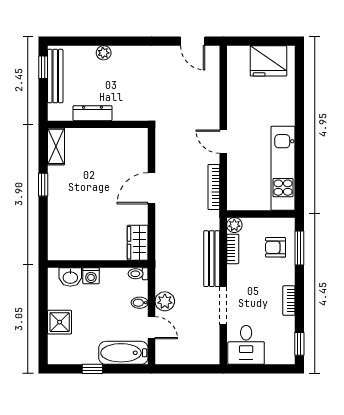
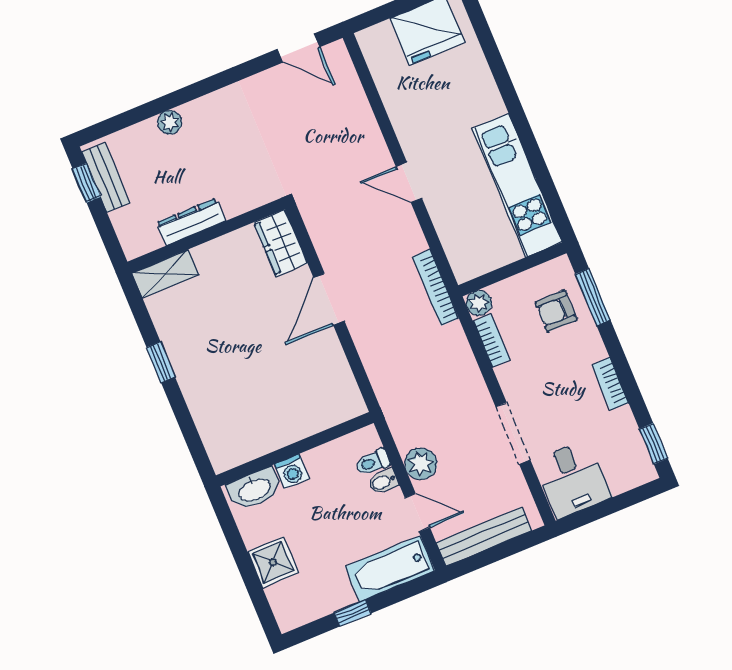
bench: (55, 76) -> (106, 178), width x0.73
shelving: (56, 146) -> (165, 274), moved, turned 90
bookcase: (214, 187) -> (436, 288), moved
wardrobe: (138, 243) -> (281, 243), moved
bench: (212, 259) -> (484, 536), moved, turned 90
toilet: (138, 274) -> (372, 462), moved
washbasin: (70, 277) -> (254, 489), width x1.38

